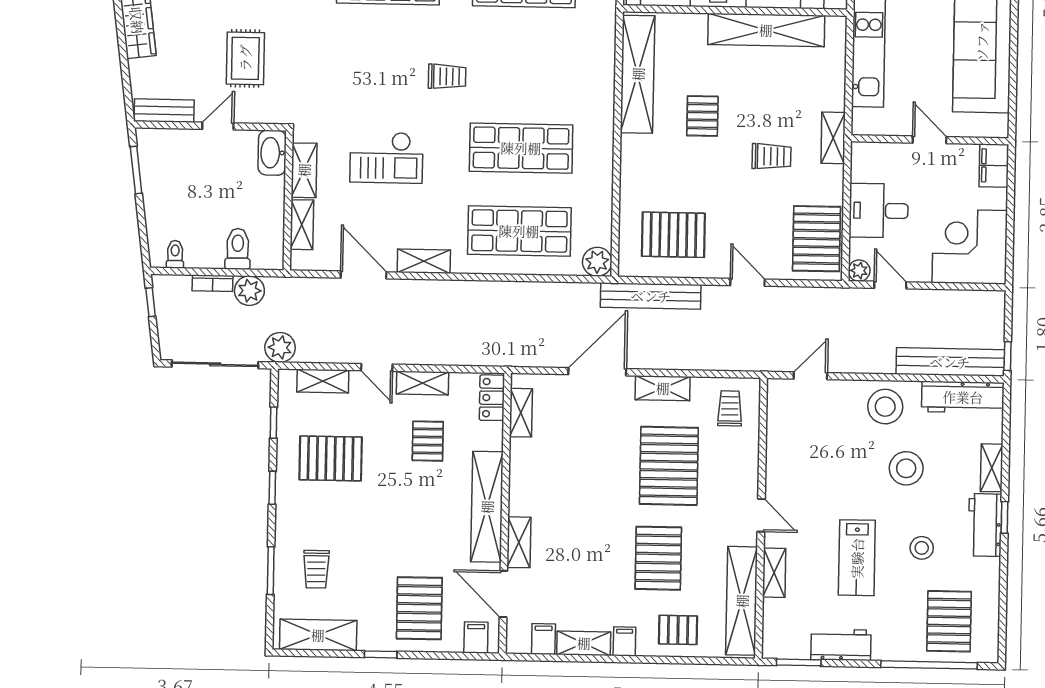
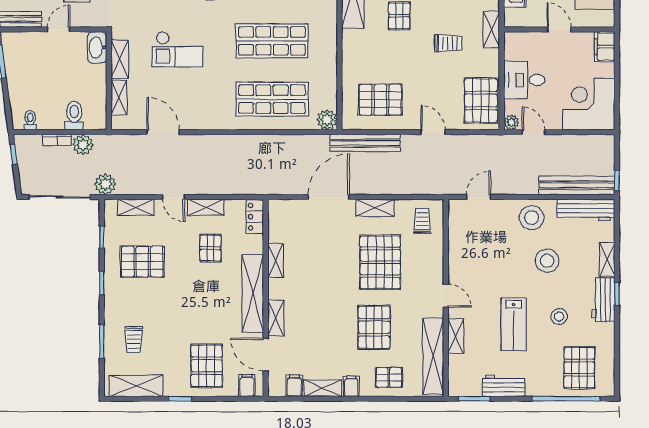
shelving: (424, 261) -> (205, 122), removed
shelving: (521, 413) -> (275, 261), moved

